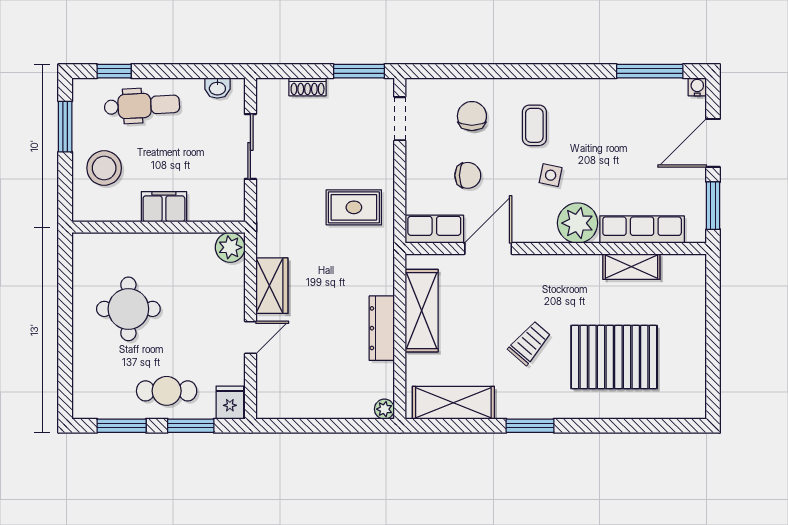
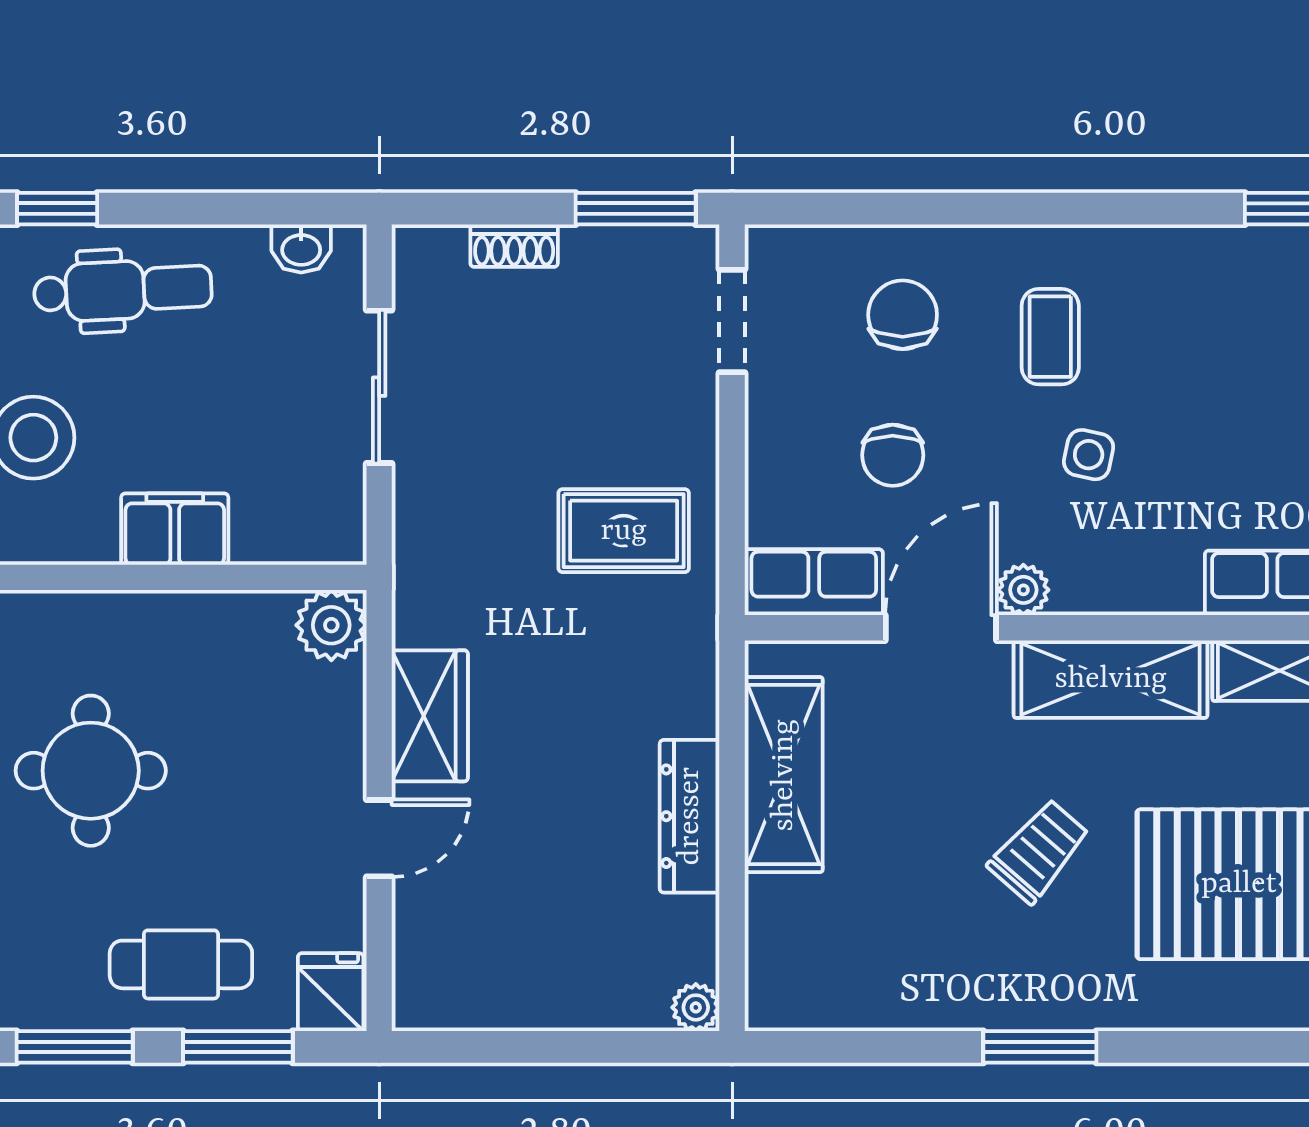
chair: (468, 175) -> (893, 455), turned 90
plant: (578, 223) -> (1023, 590), moved, width x0.53, depth x0.53
shelving: (453, 403) -> (1111, 679), moved

